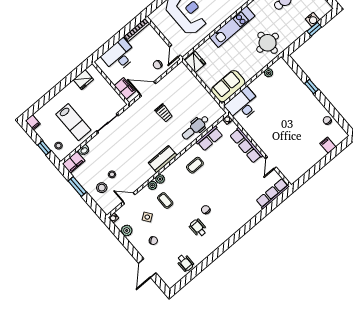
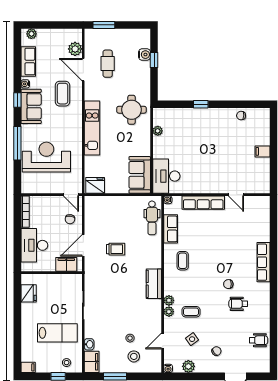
dental chair: (195, 128) -> (152, 218), moved
filing cabinet: (328, 145) -> (262, 151), moved
row of seats: (273, 194) -> (264, 262), moved

